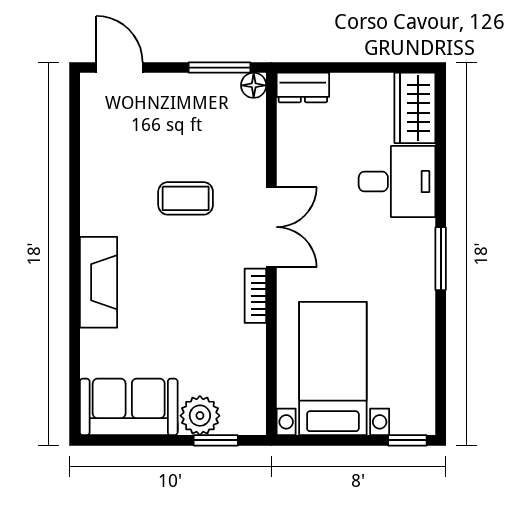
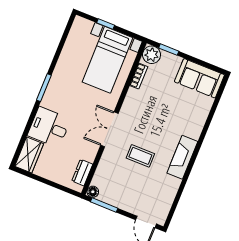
dresser: (303, 87) -> (82, 173), moved, turned -90
fireplace: (98, 282) -> (182, 157), moved
bookcase: (255, 296) -> (139, 76), moved
plant: (200, 416) -> (152, 55), moved
window: (407, 440) -> (106, 24), moved

